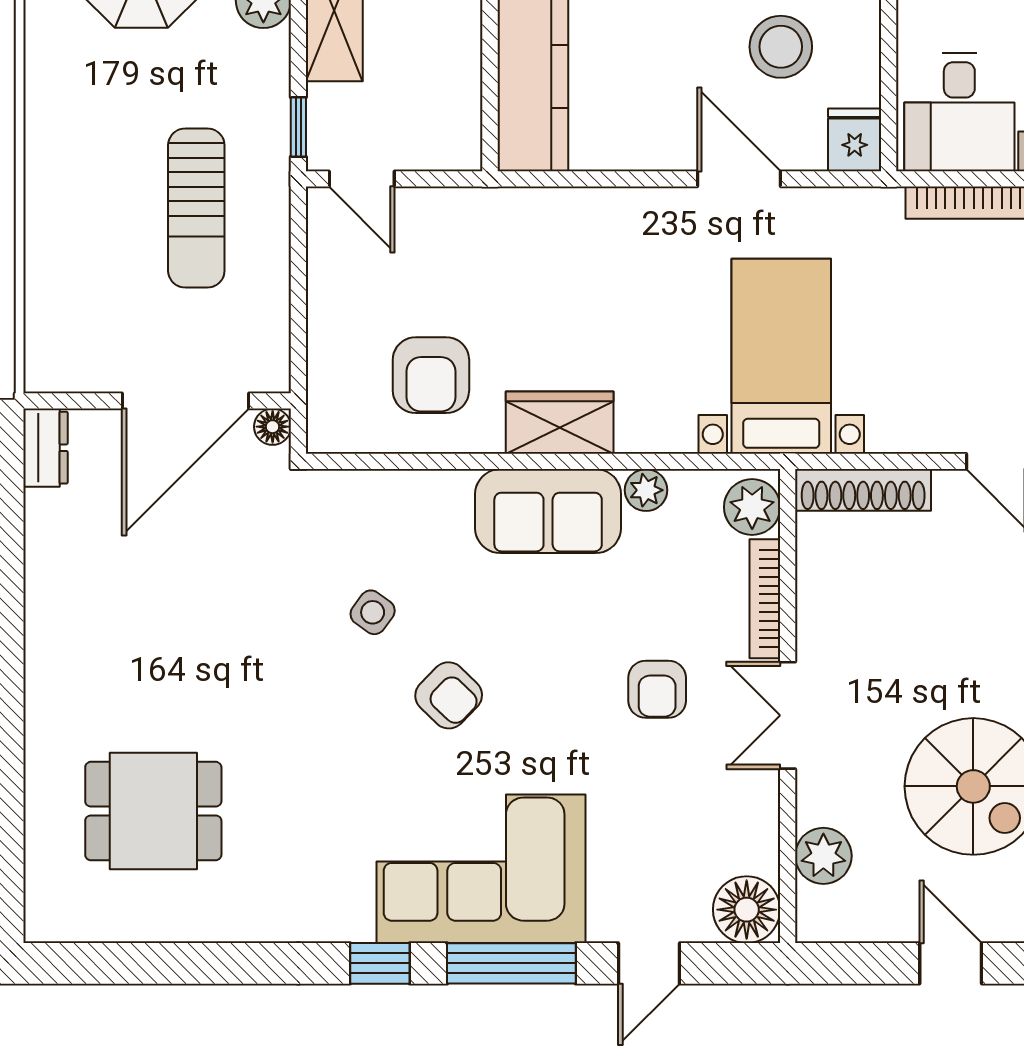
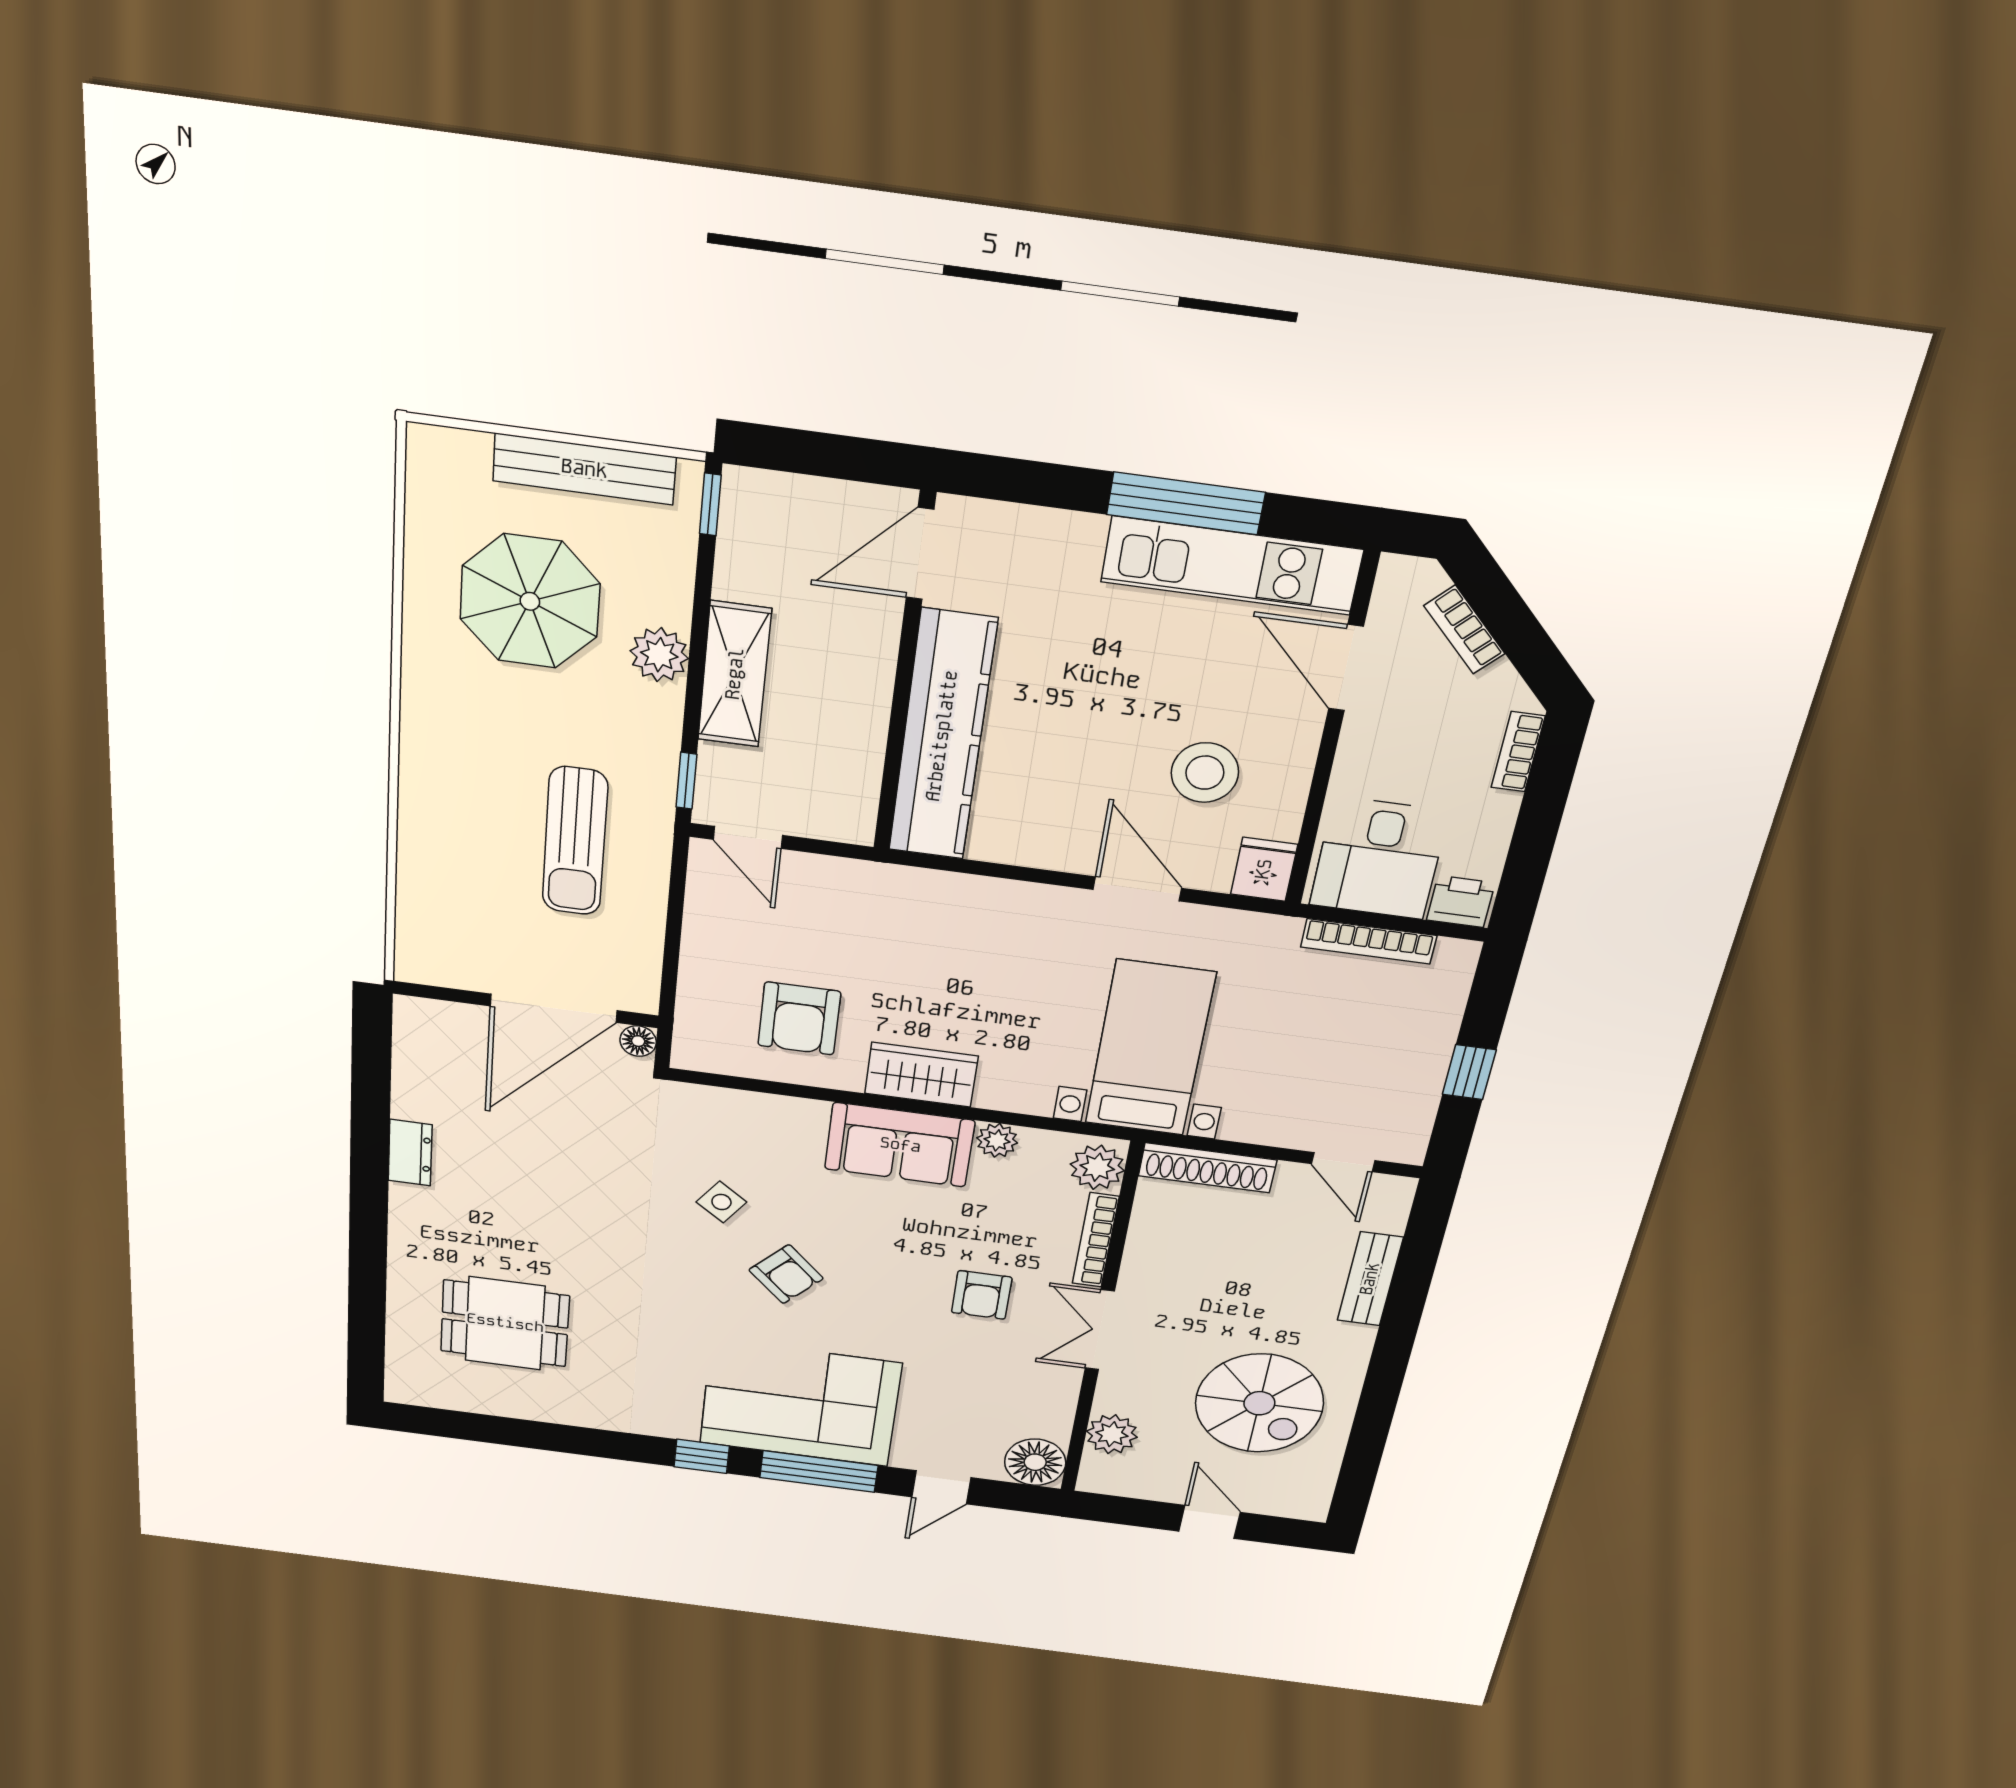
dresser: (45, 448) -> (410, 1153), moved

